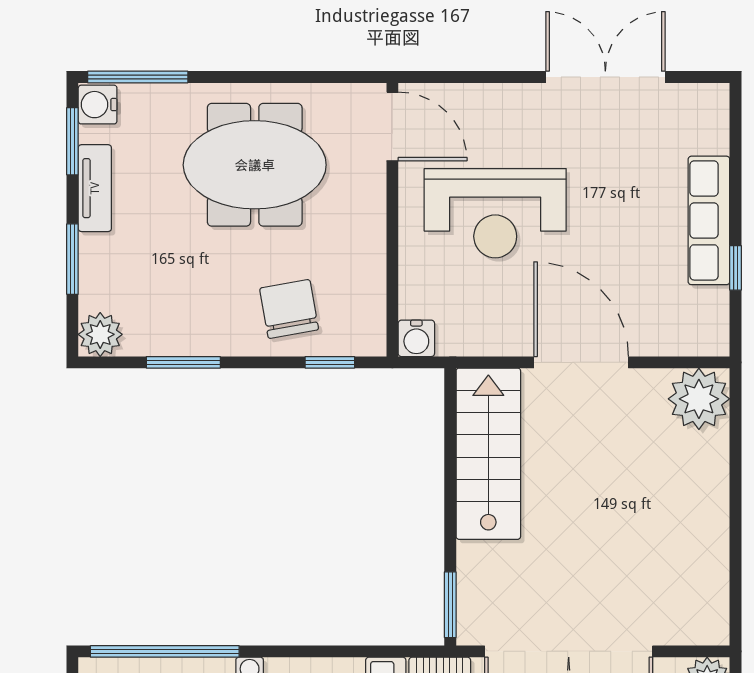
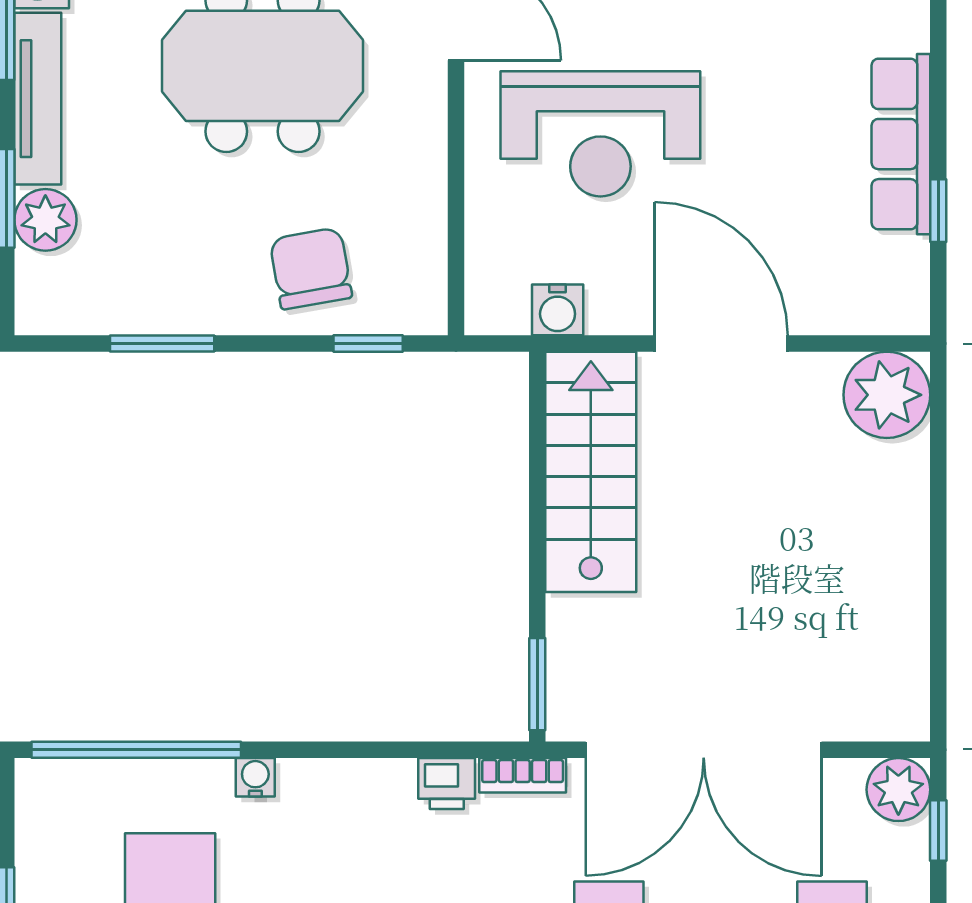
tv unit: (95, 188) -> (38, 99), width x1.41
plant: (100, 334) -> (45, 220), moved
water cooler: (416, 338) -> (558, 310), moved

